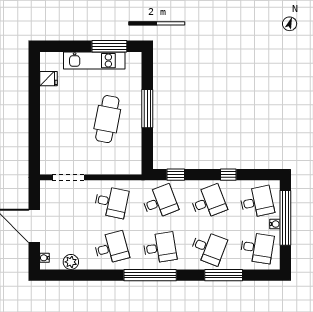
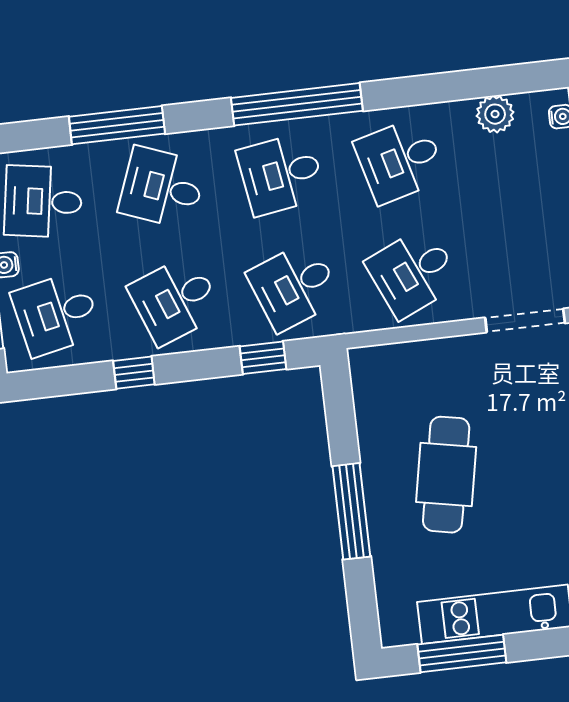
desk: (111, 202) -> (413, 273), turned -36

